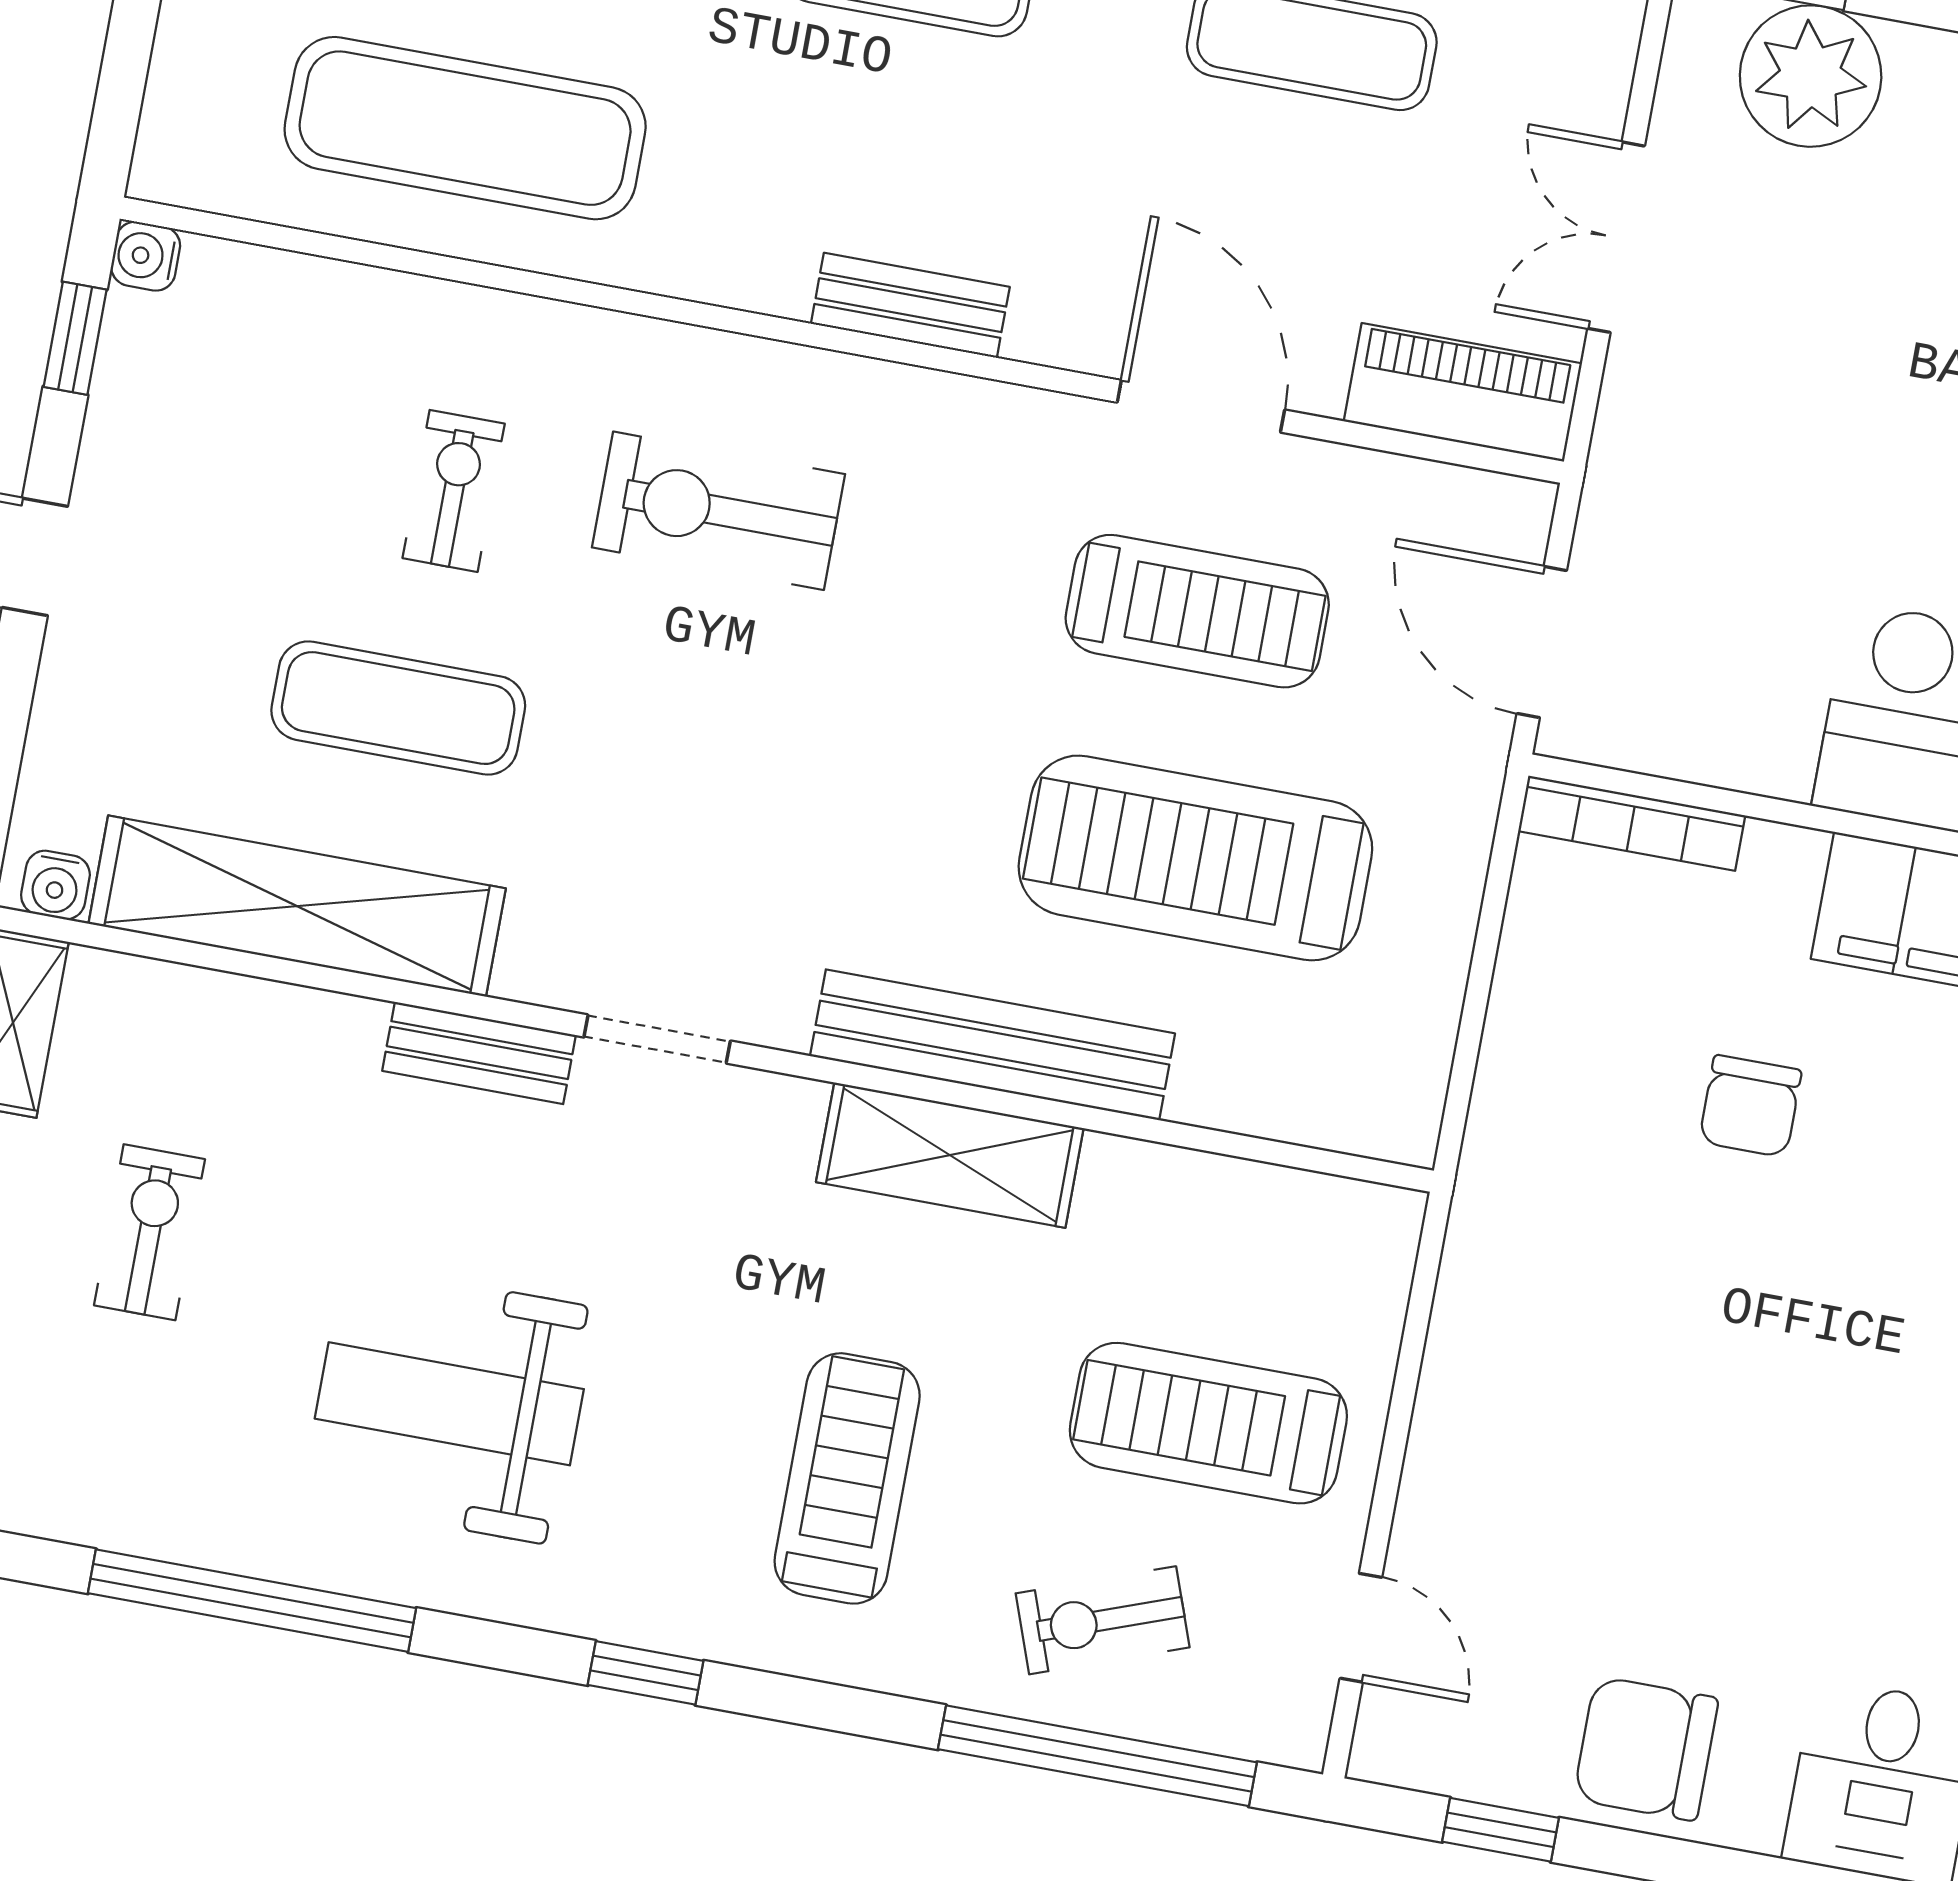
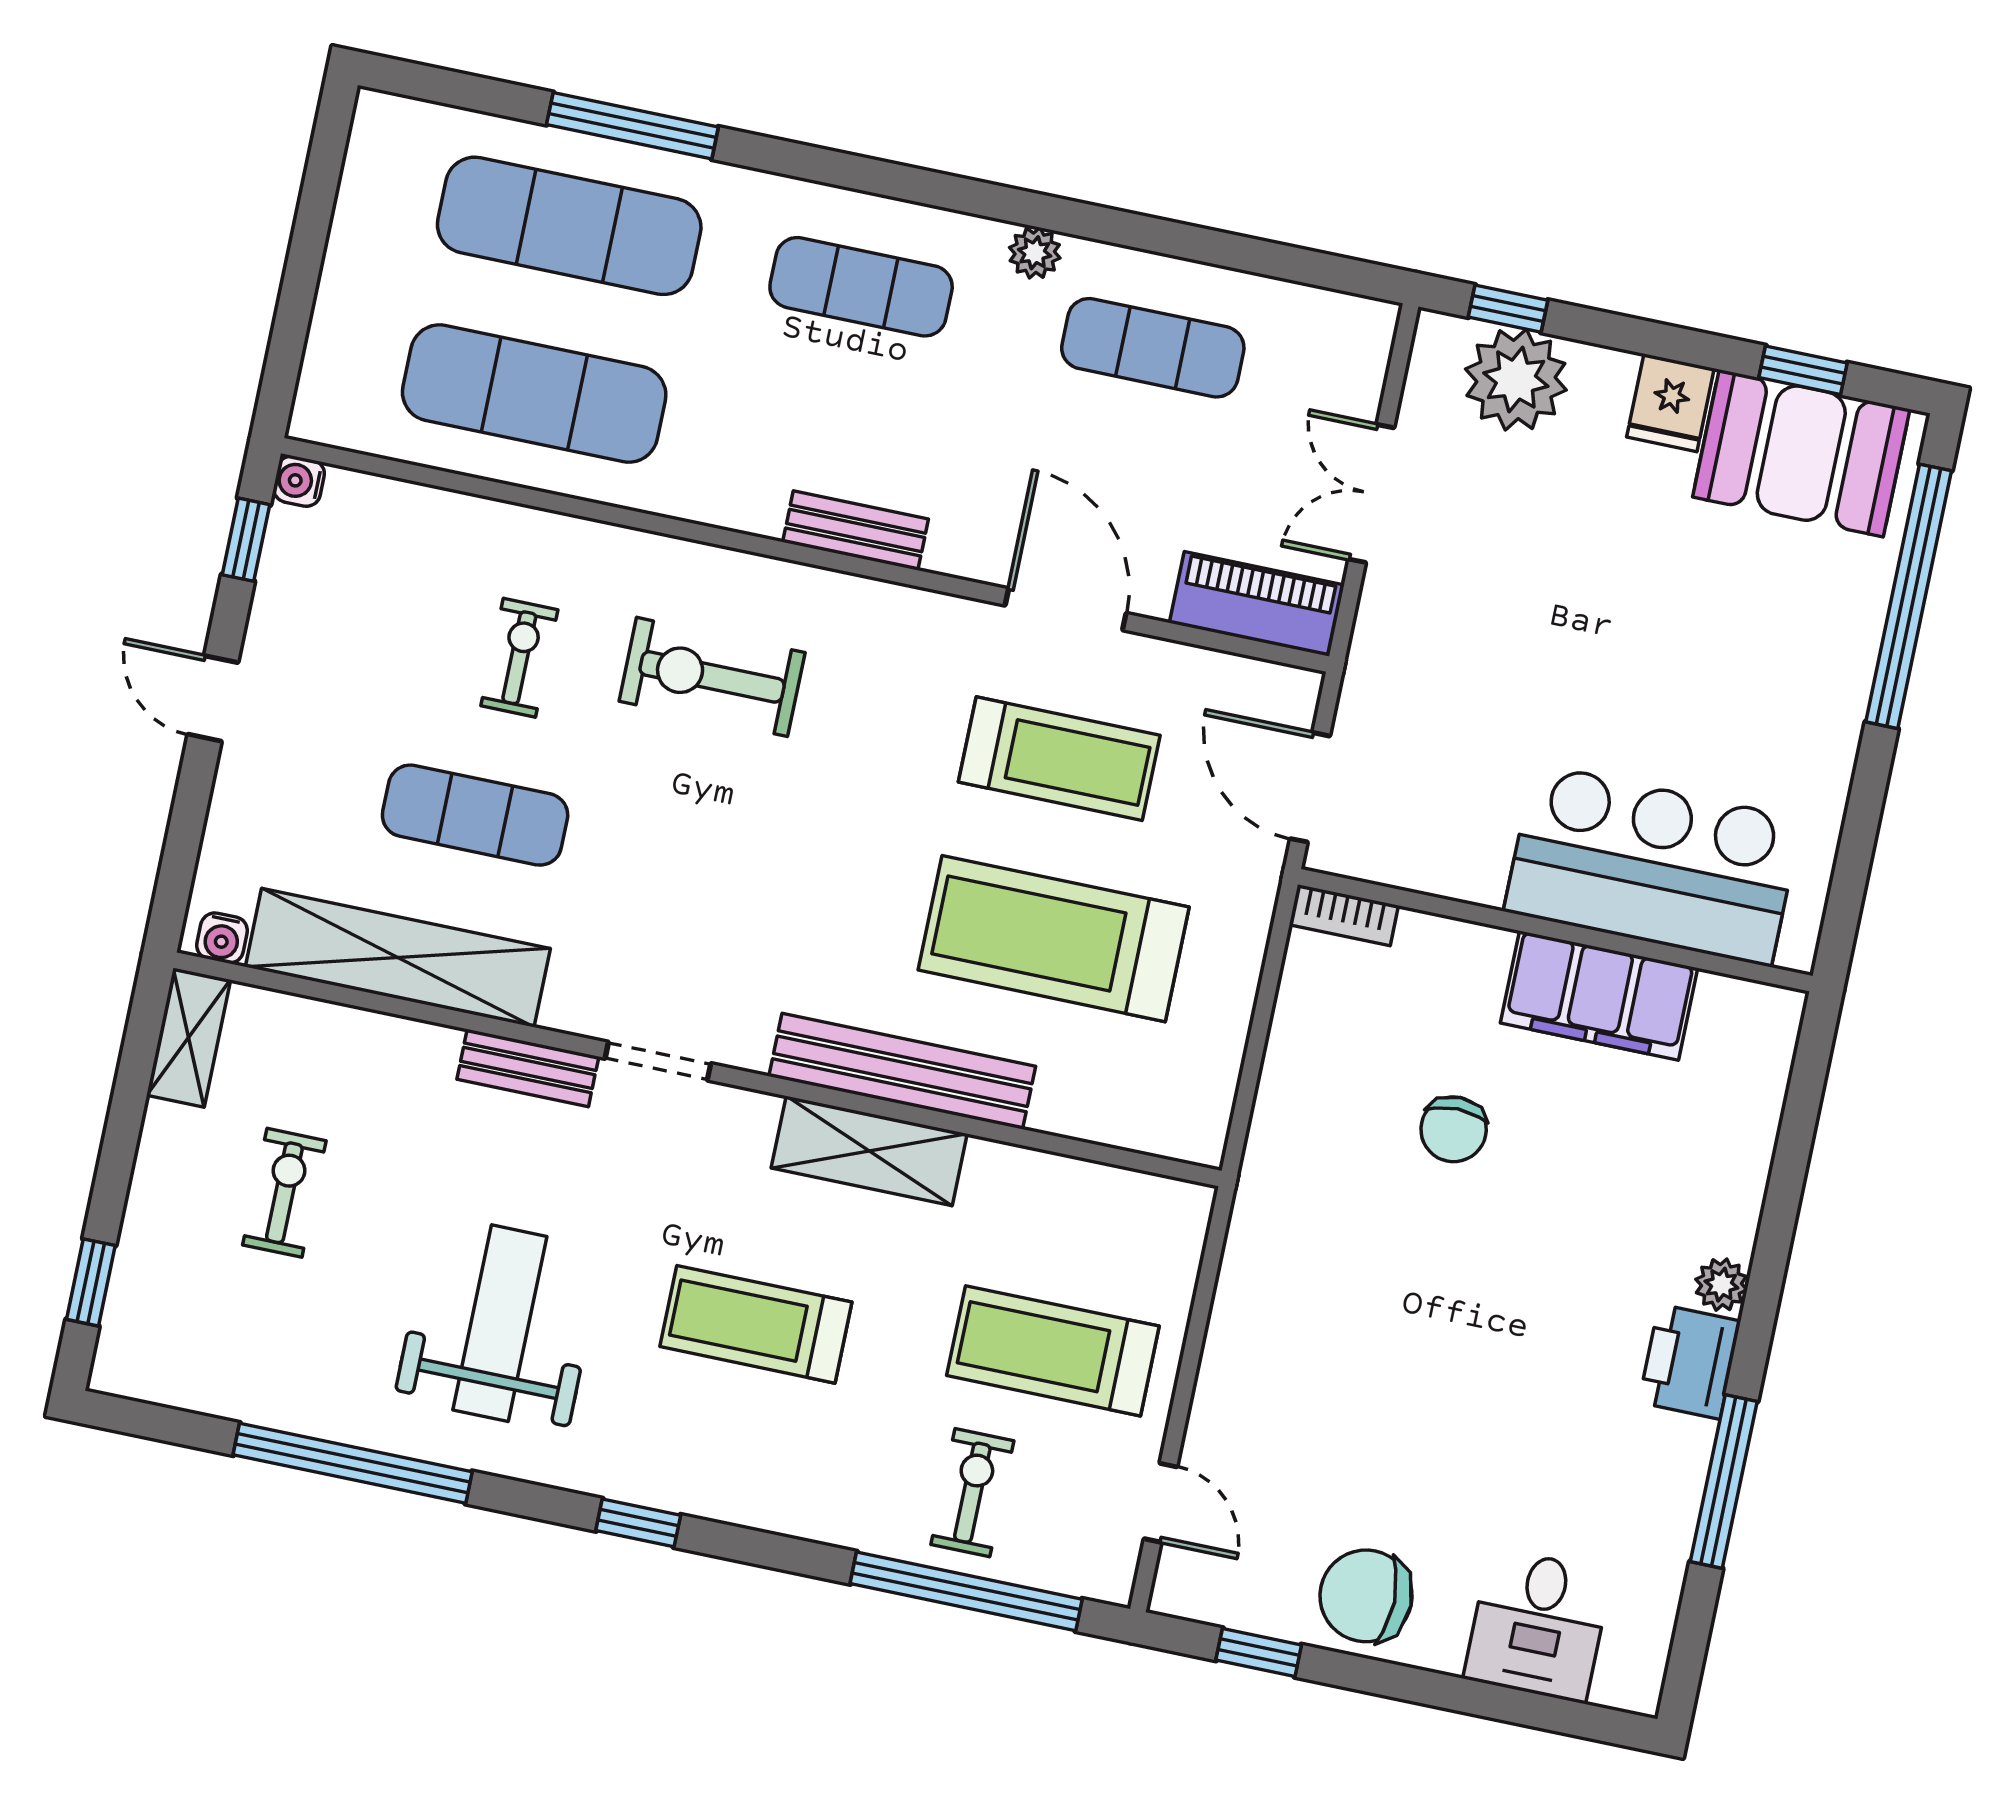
bookcase: (1632, 823) -> (1344, 915), width x0.64
weight bench: (449, 1404) -> (500, 1323), turned 90
treadmill: (847, 1478) -> (756, 1324), moved, turned -90
exercise bike: (1103, 1620) -> (972, 1493), turned 110

